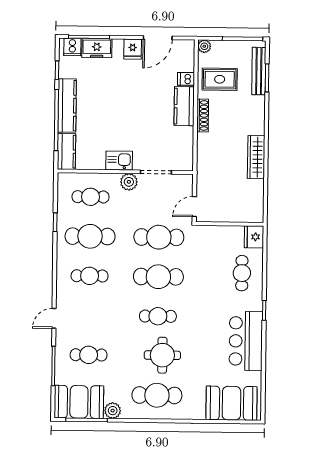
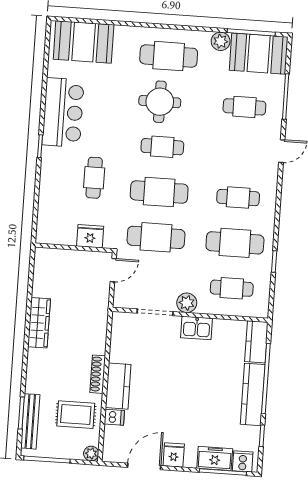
fridge: (254, 237) -> (90, 236), moved, turned -90
cafe table: (242, 273) -> (94, 178), moved

